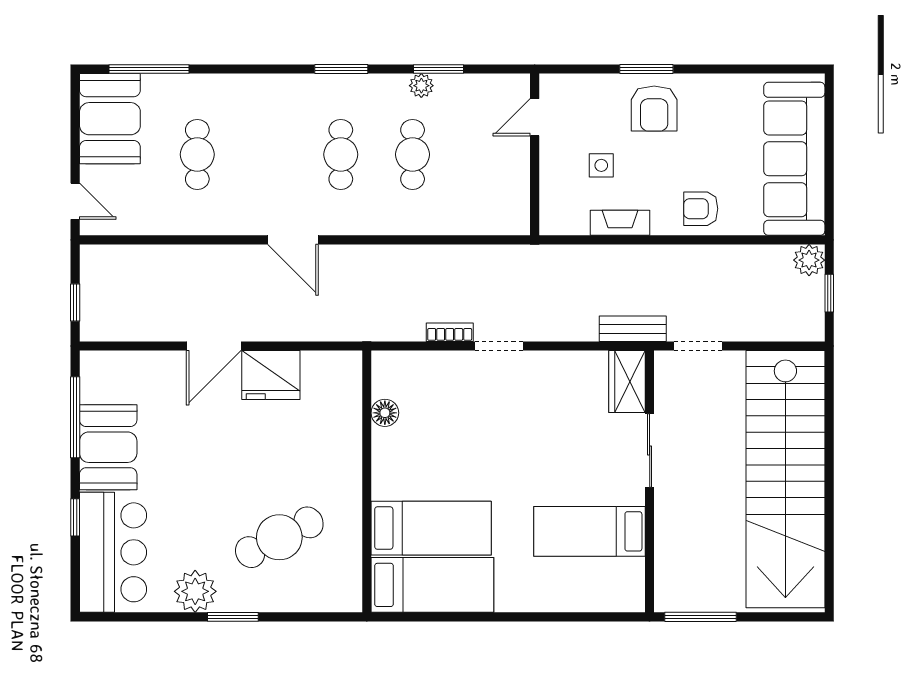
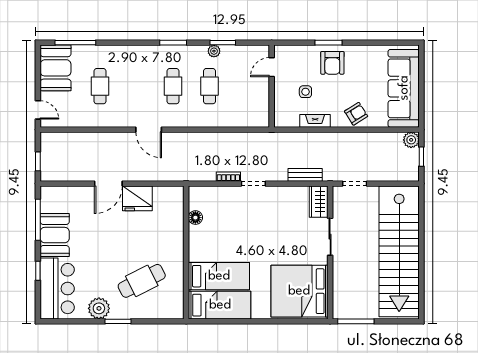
armchair: (701, 209) -> (356, 114), turned 148
bench: (633, 329) -> (305, 175), moved
bed: (589, 531) -> (299, 291), width x2.04

